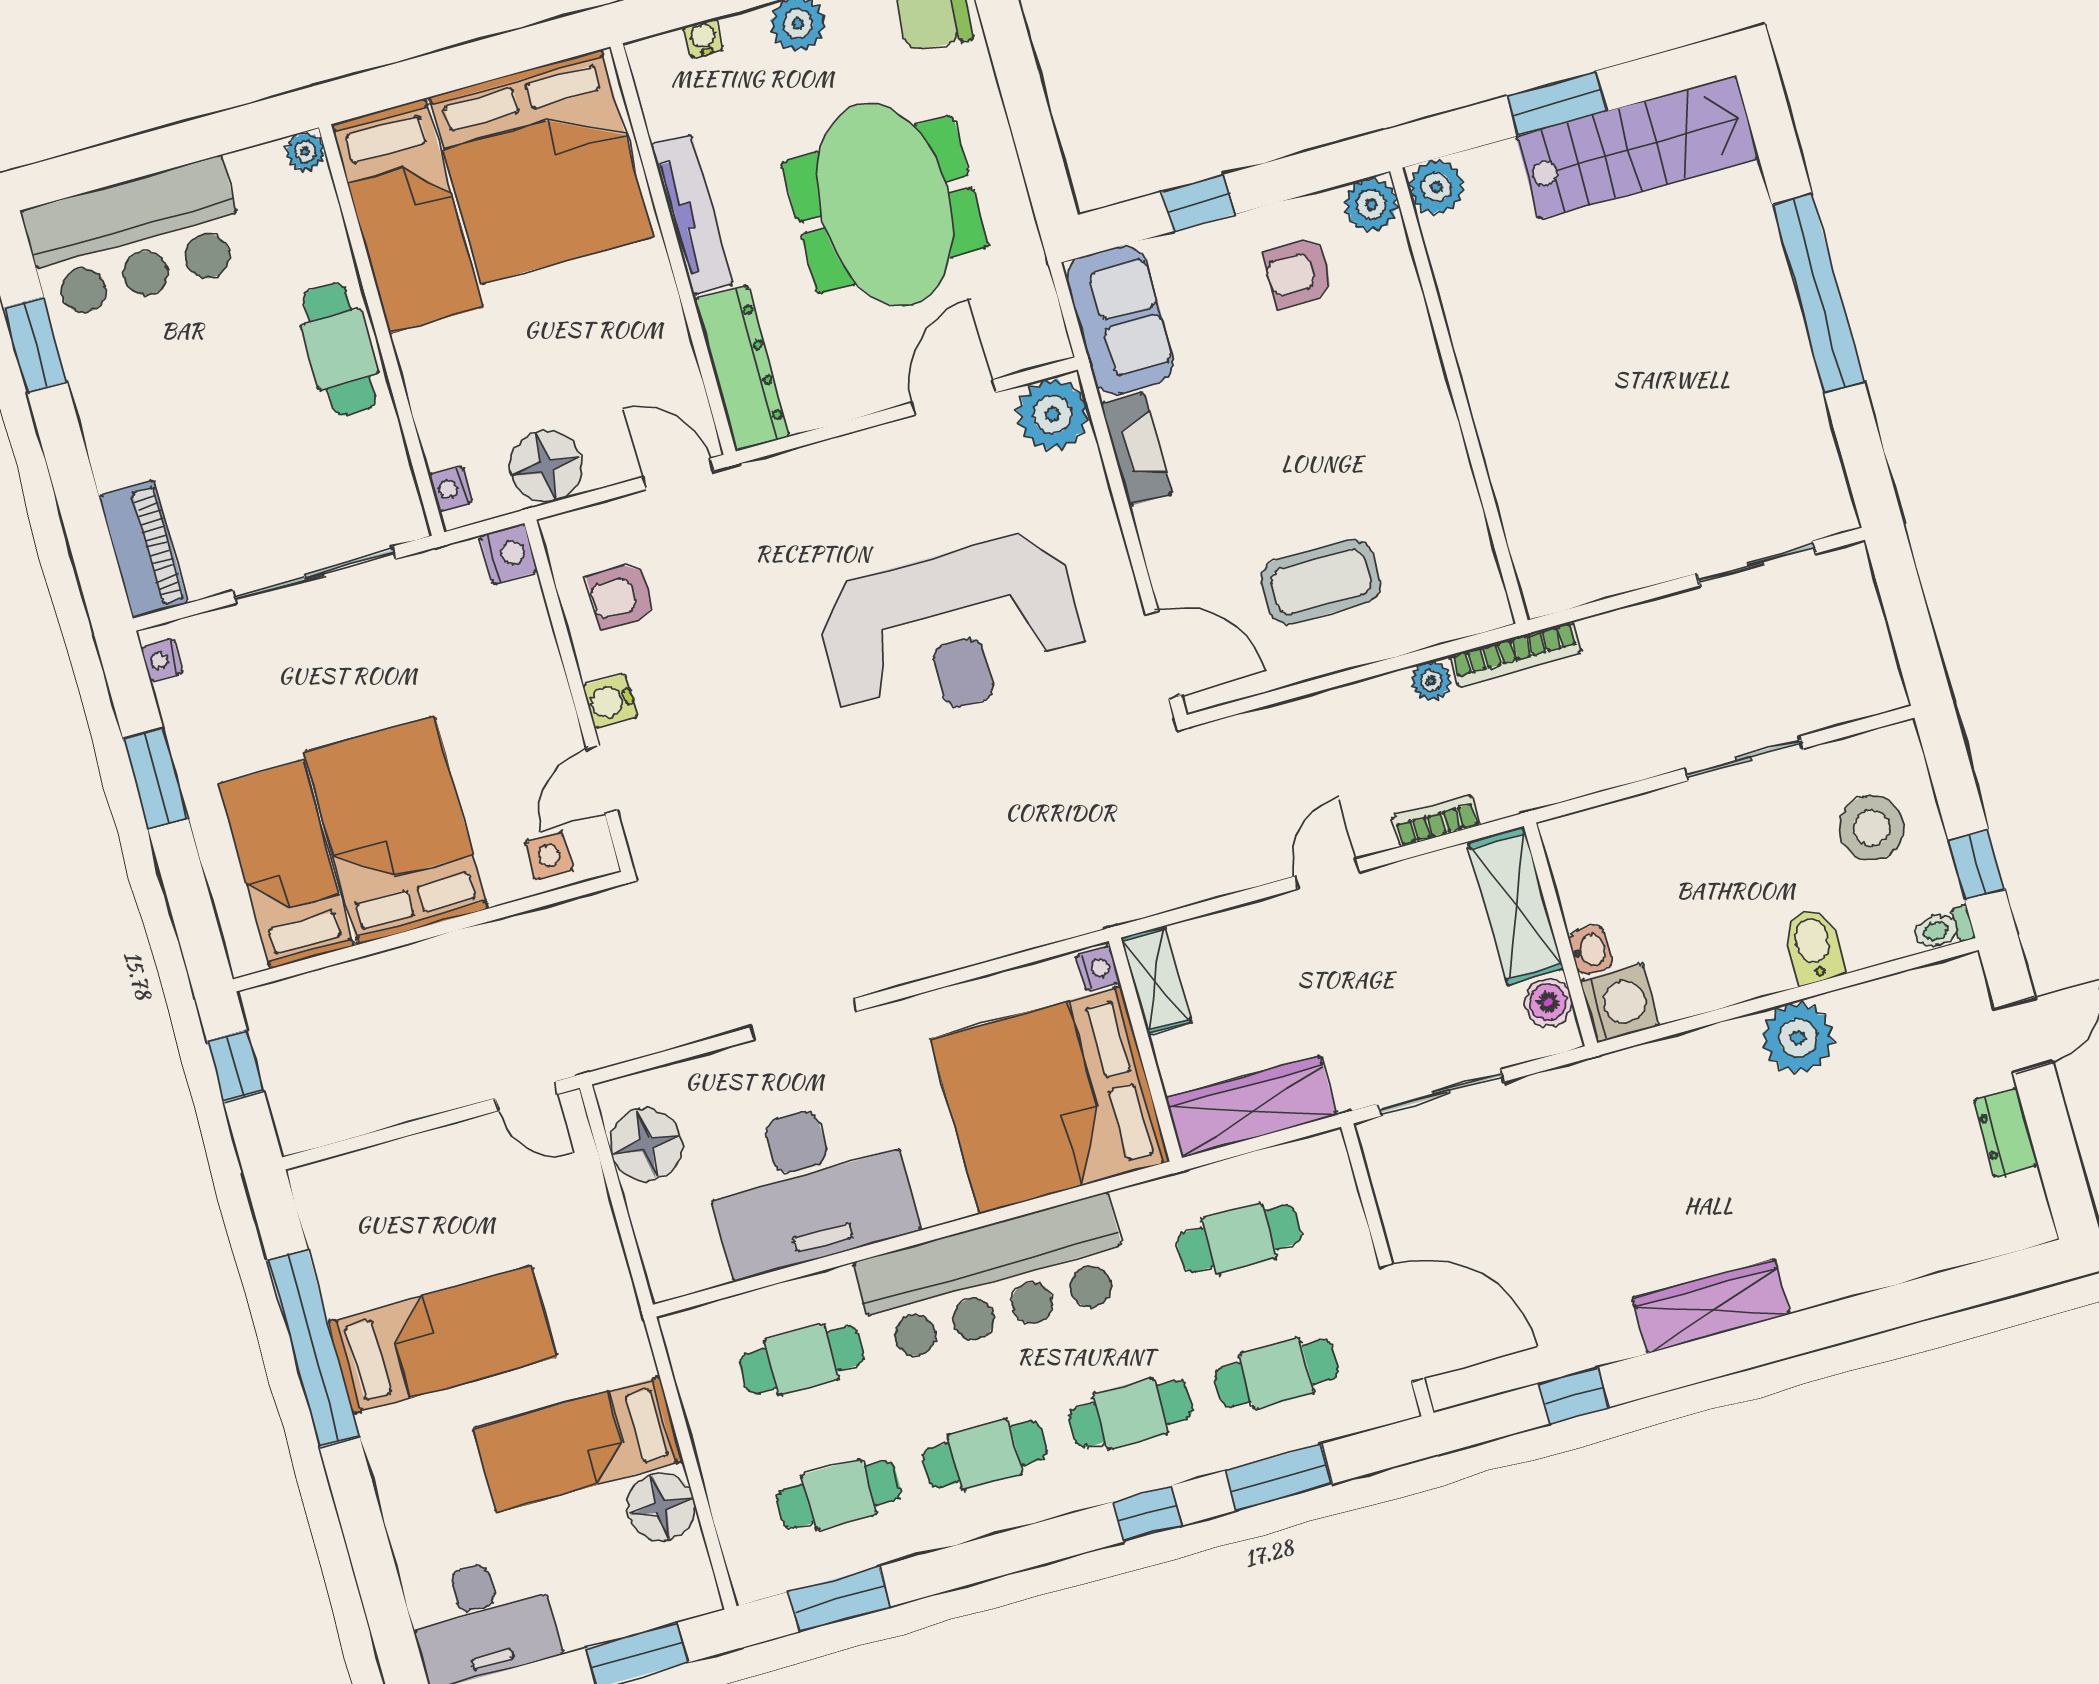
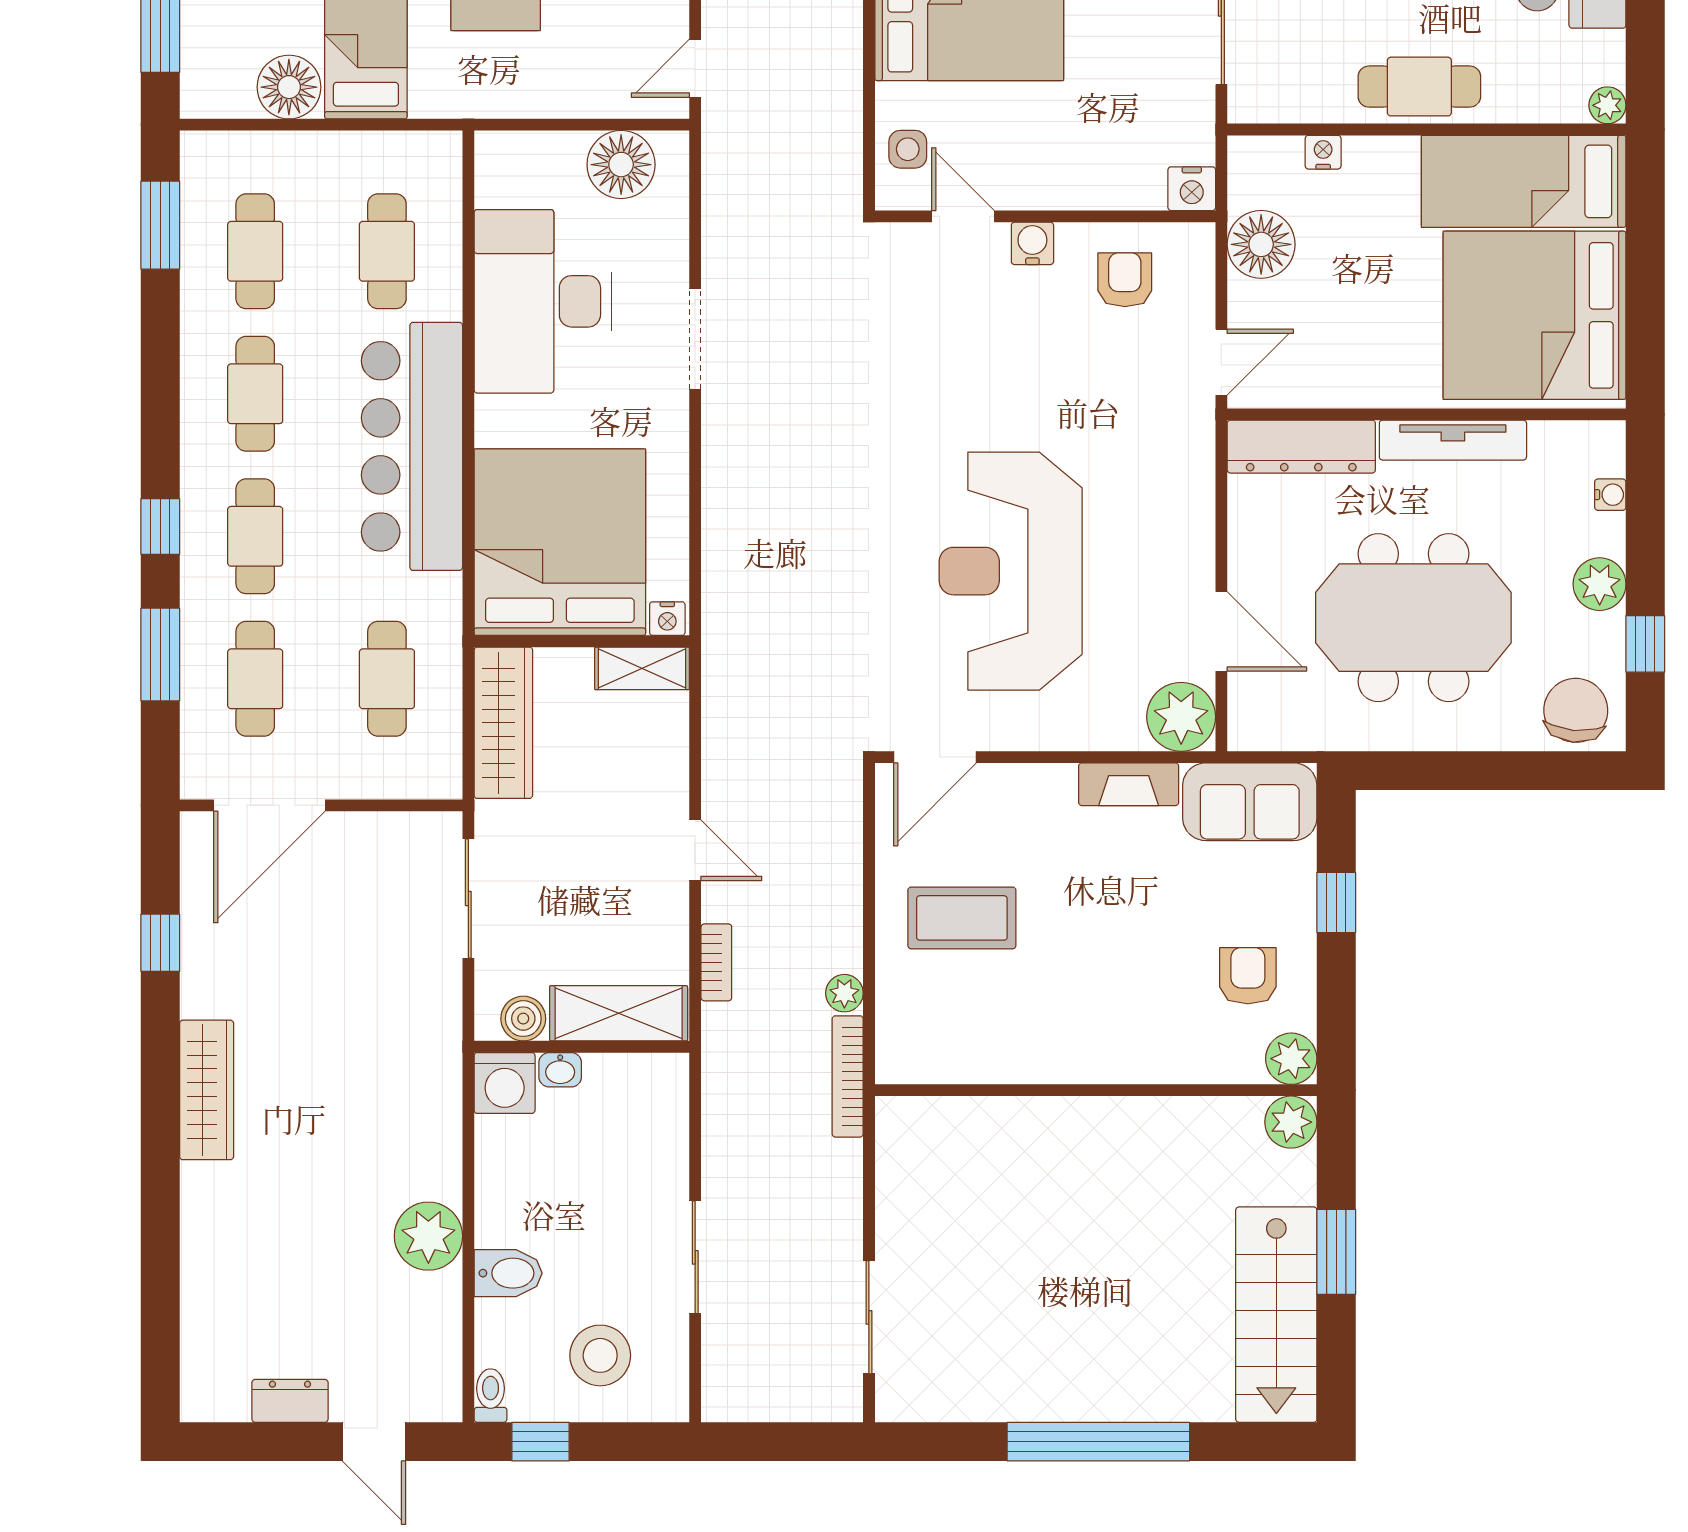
nightstand: (451, 489) -> (1323, 152), moved
coffee table: (1321, 582) -> (962, 918), turned 90

